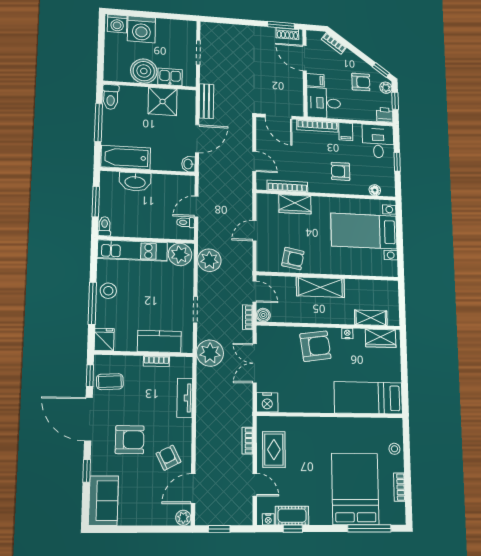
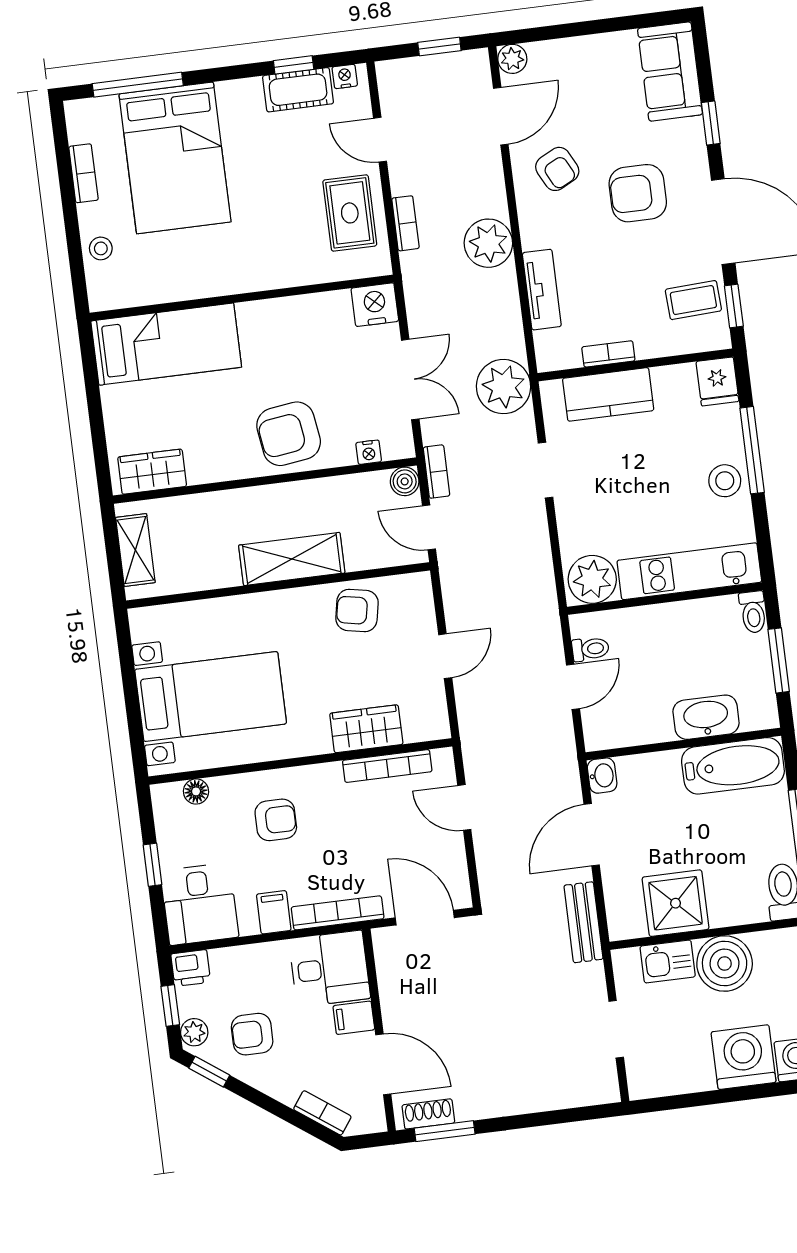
plant: (209, 260) -> (488, 243), moved
shelving: (371, 318) -> (135, 550), moved, turned 90
nightstand: (347, 334) -> (369, 452), moved

